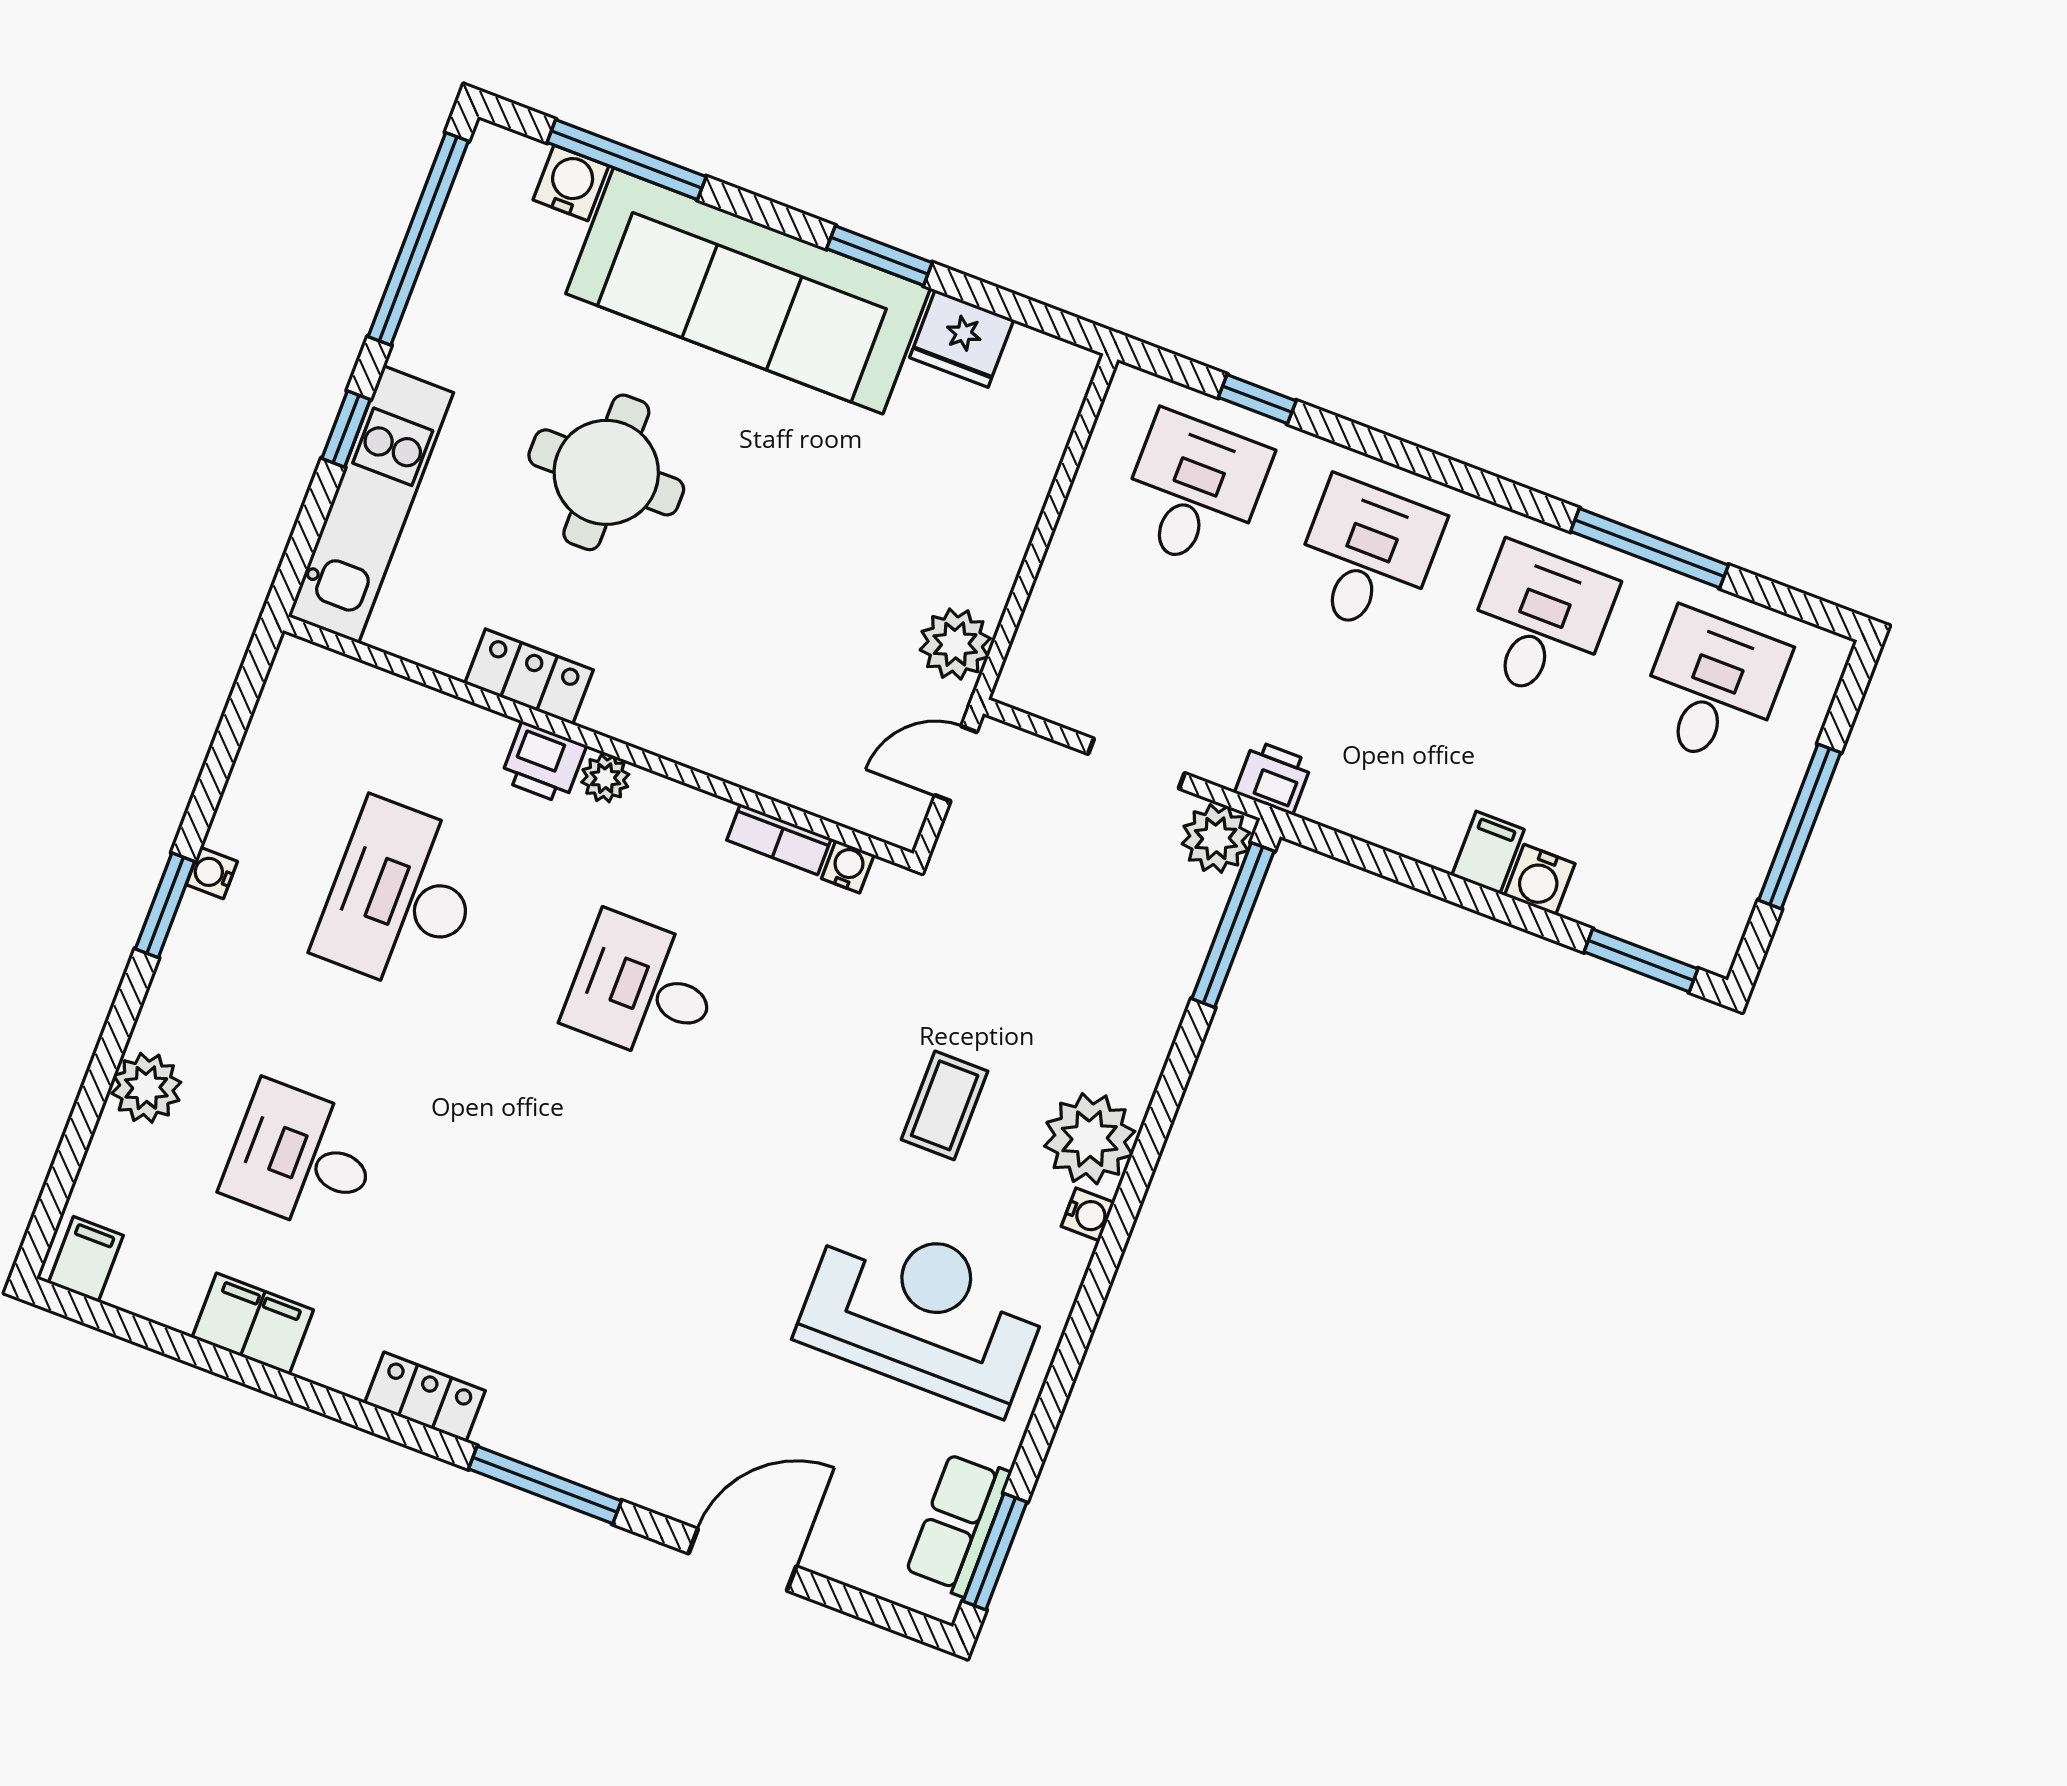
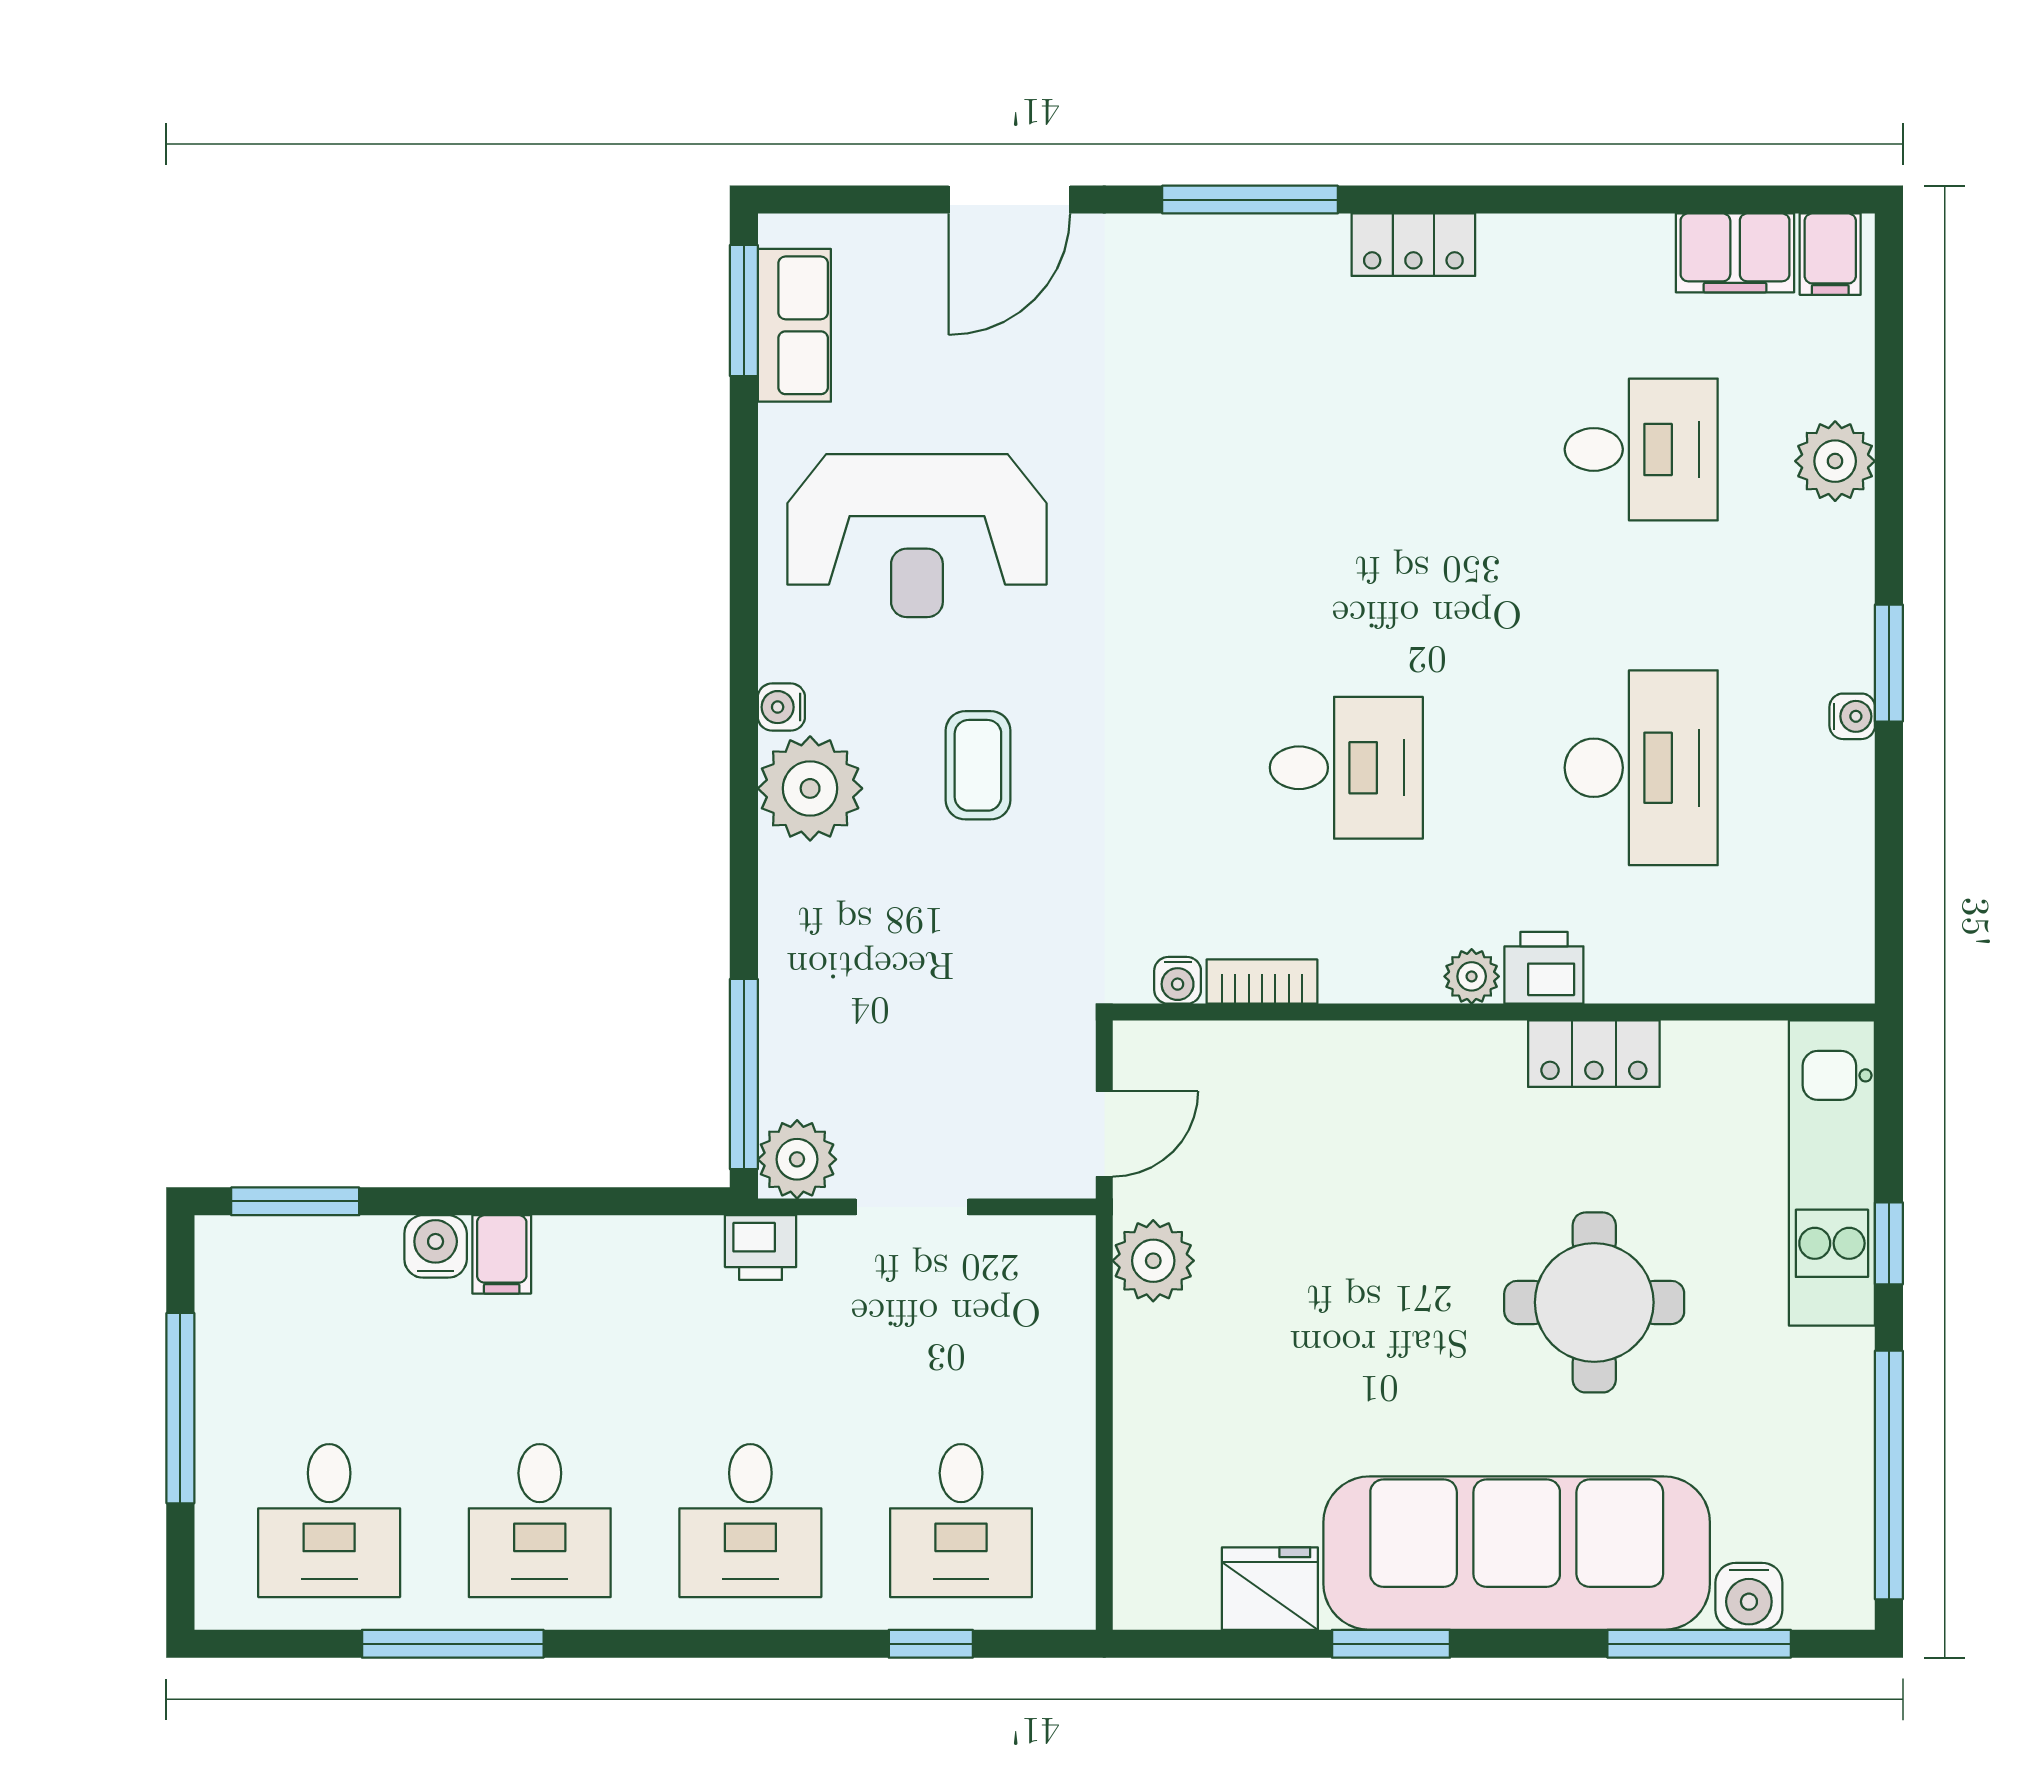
filing cabinet: (253, 1324) -> (1735, 253), moved

